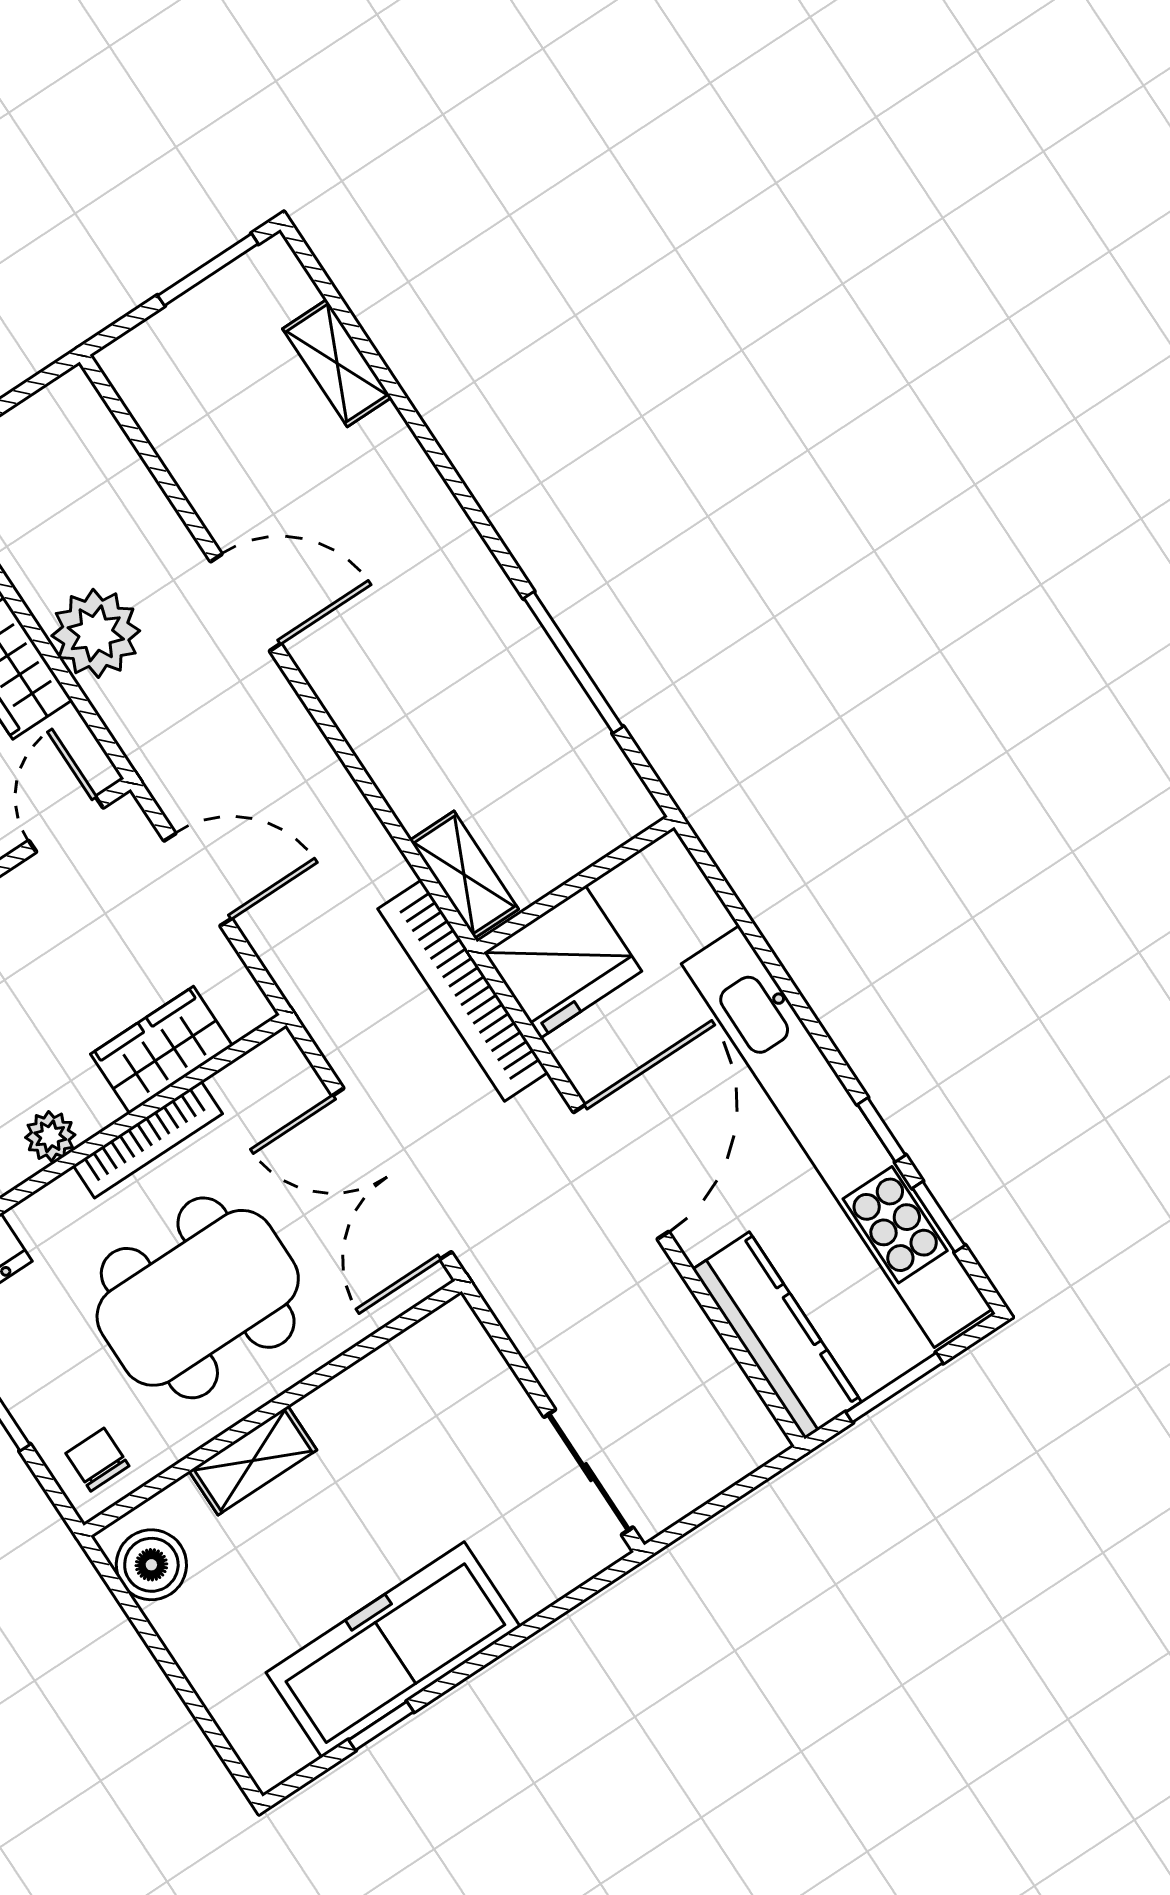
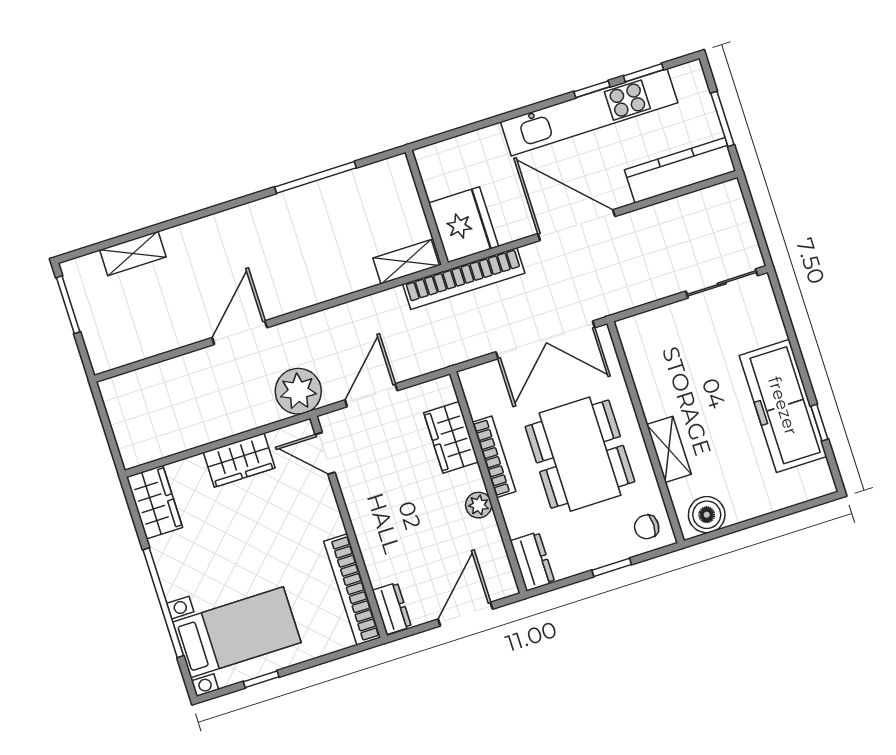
plant: (96, 633) -> (298, 391), moved
kitchen unit: (837, 1136) -> (589, 112), width x0.73

